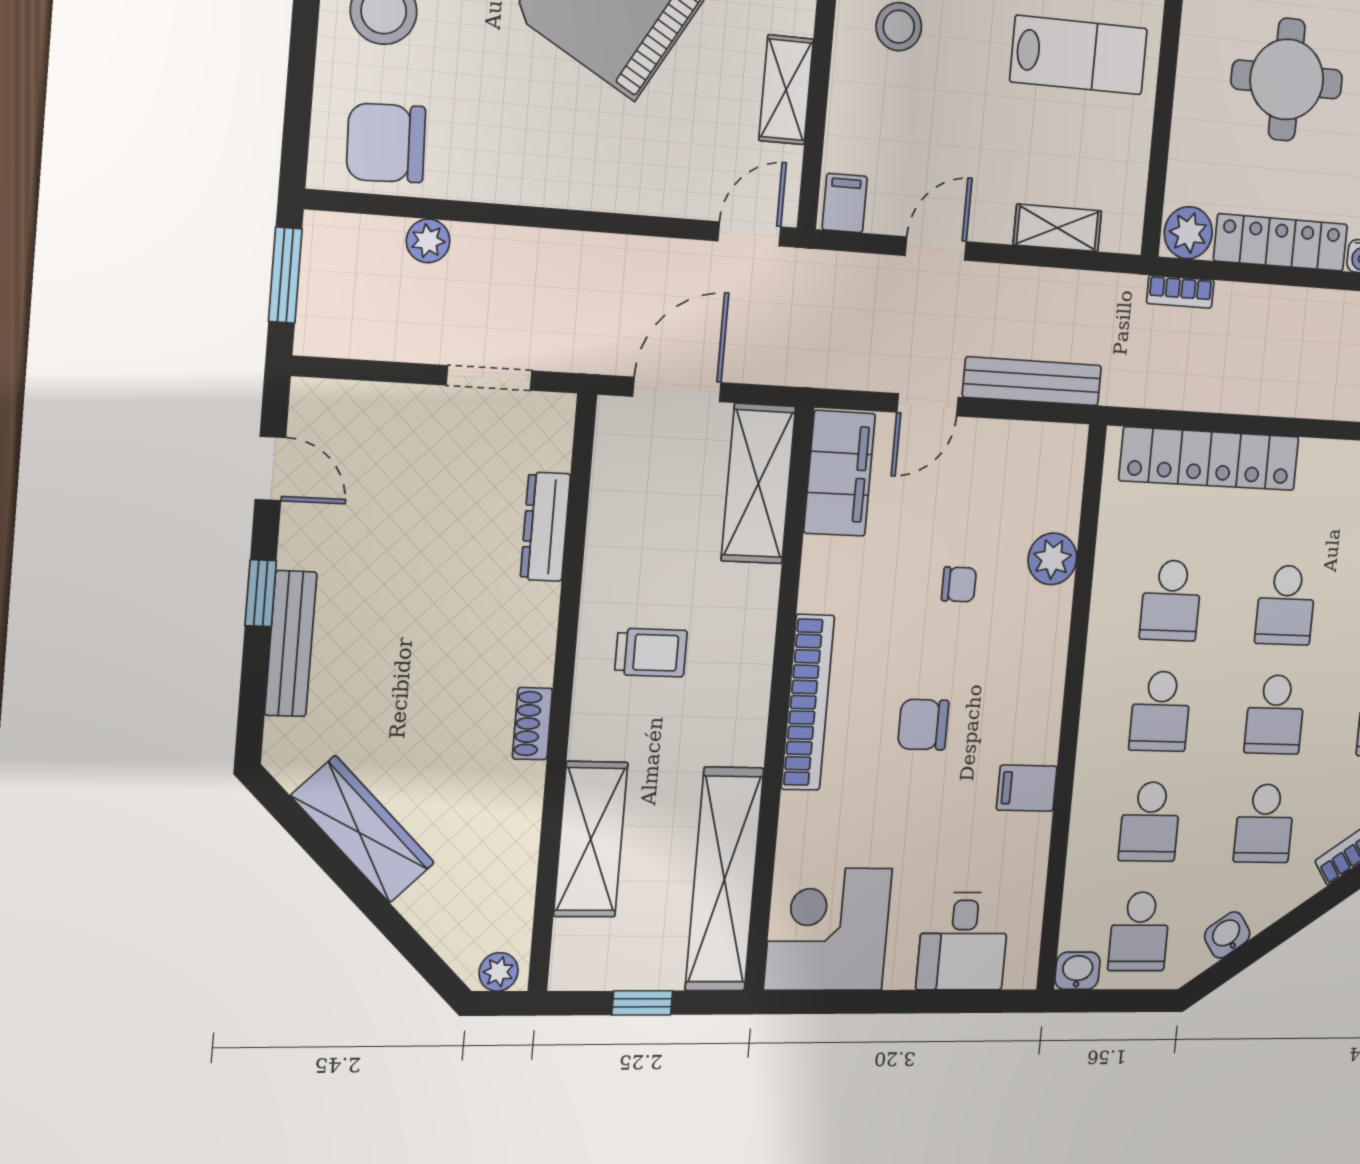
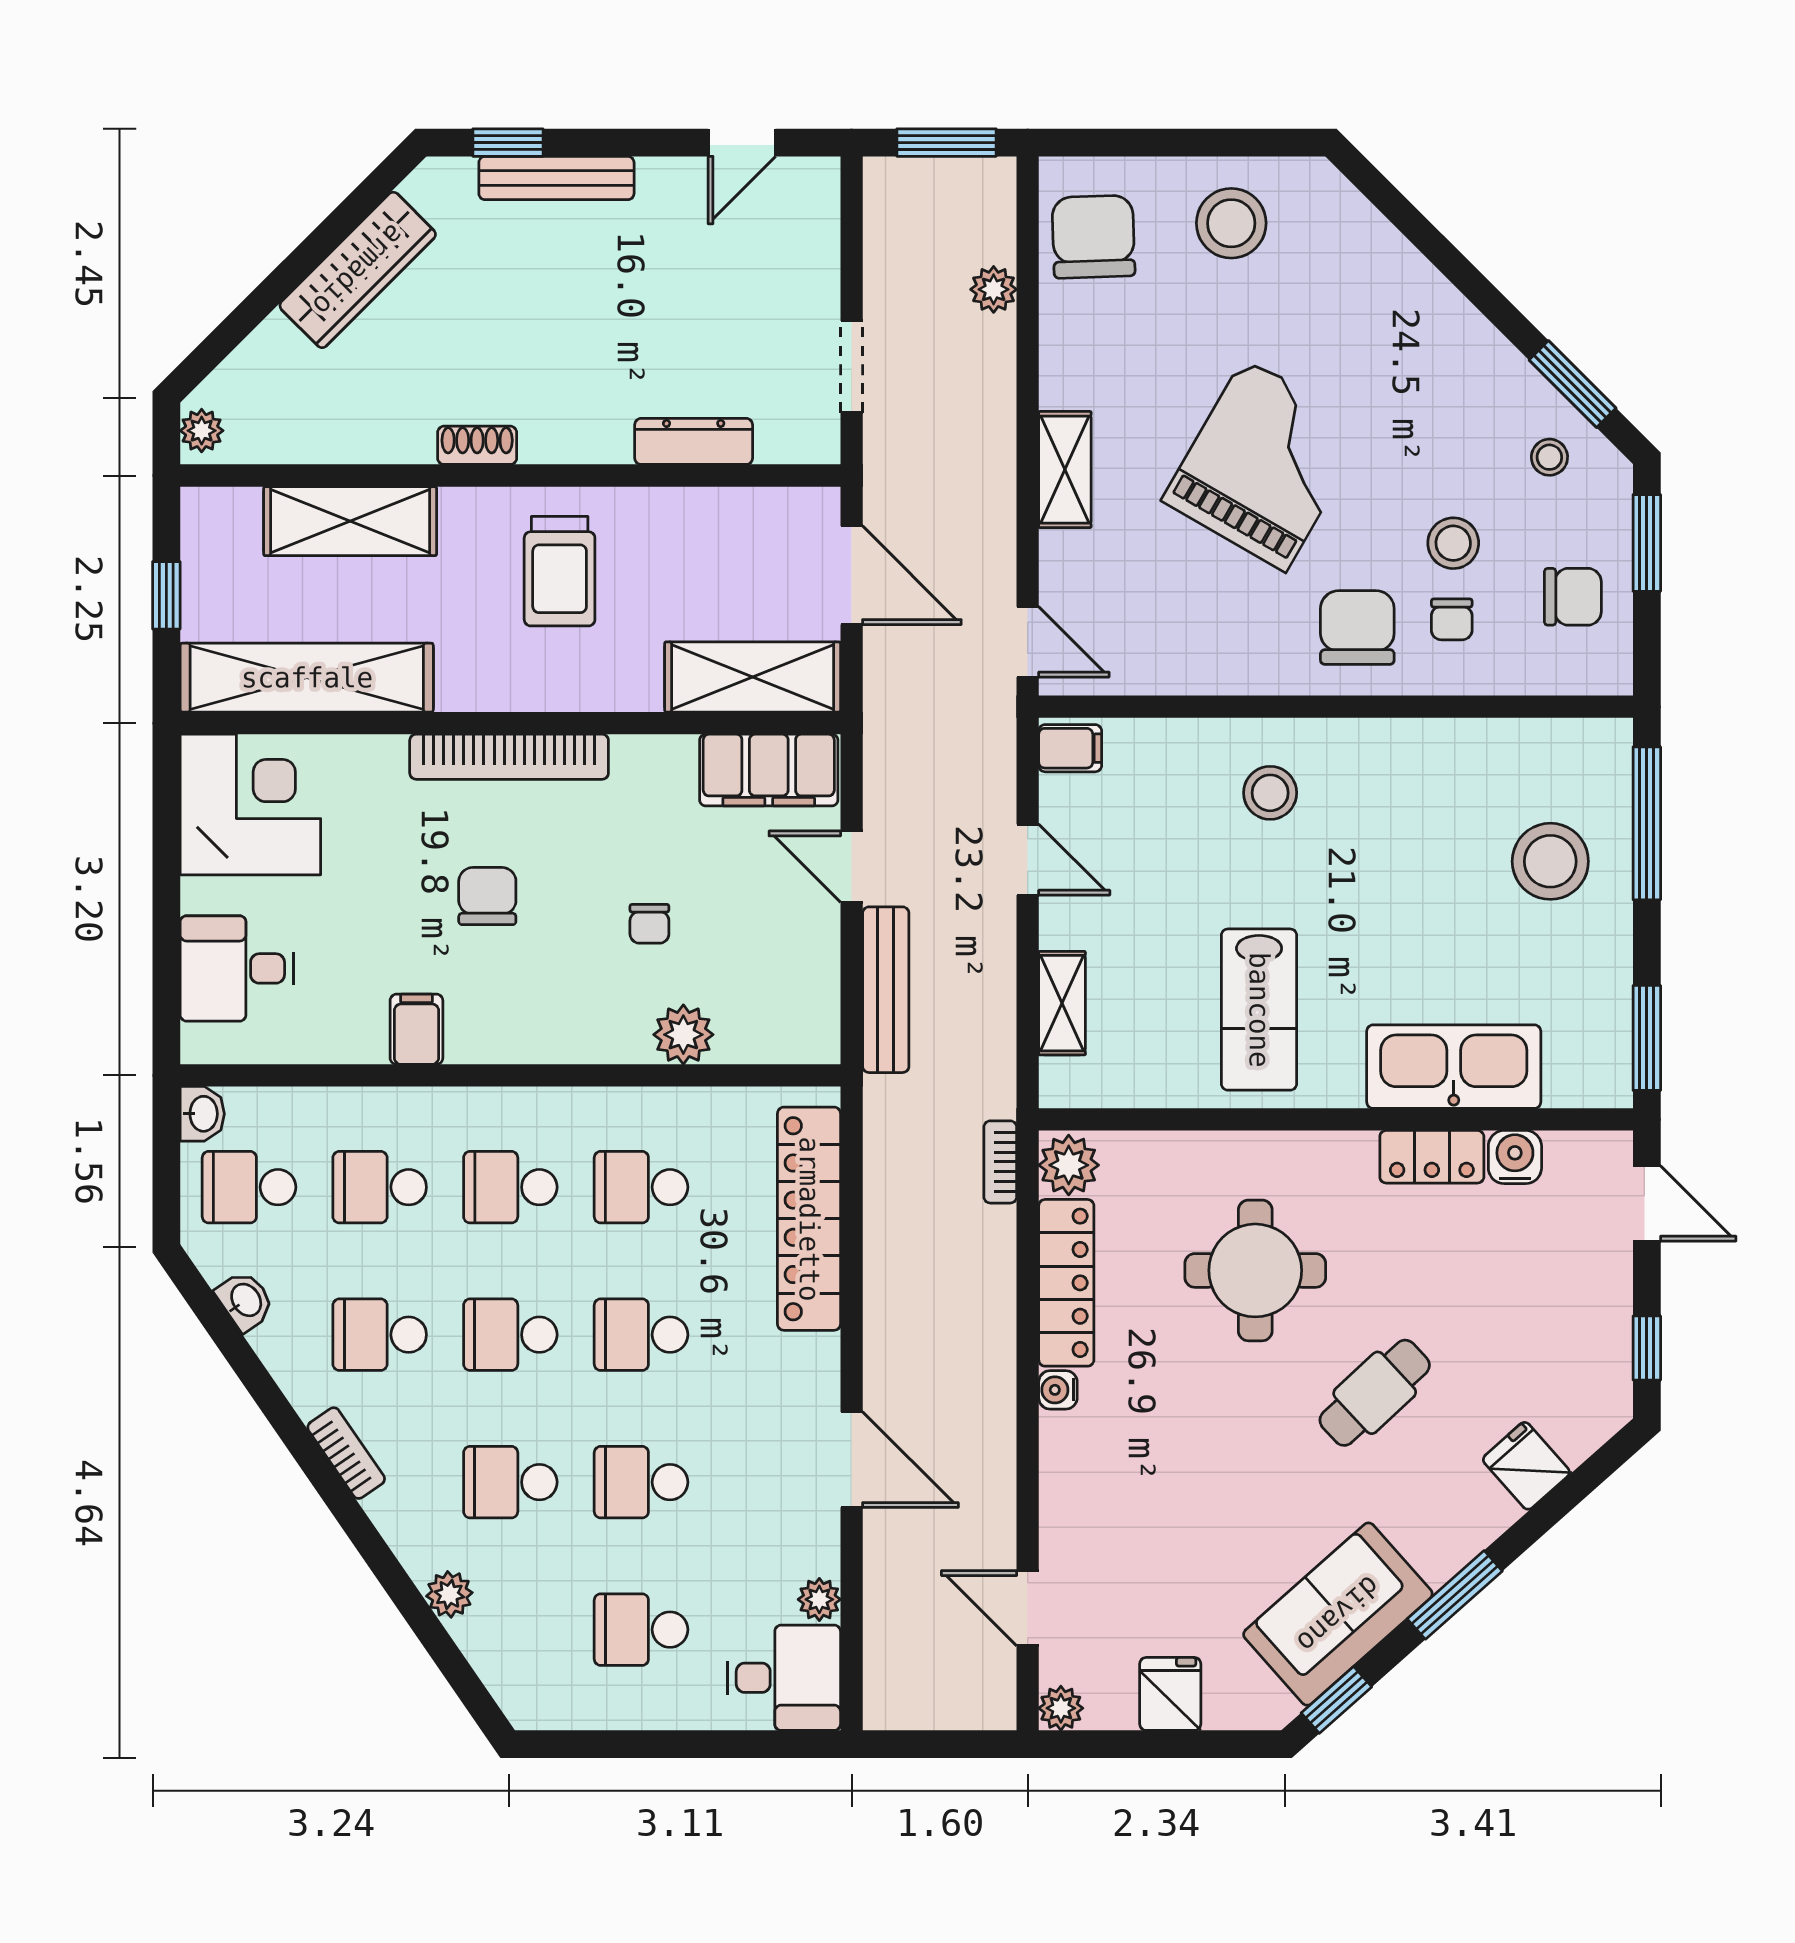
shelving: (786, 90) -> (1065, 470), moved, turned 90
window: (261, 593) -> (508, 143), moved
trolley: (651, 653) -> (560, 571), width x1.36, depth x1.39

